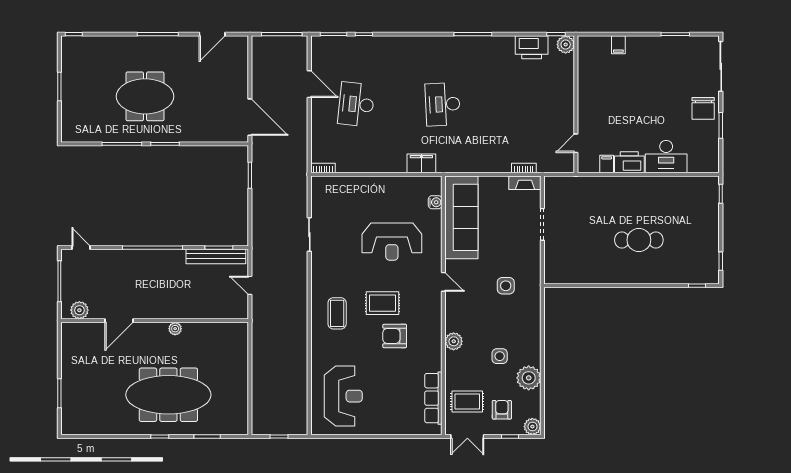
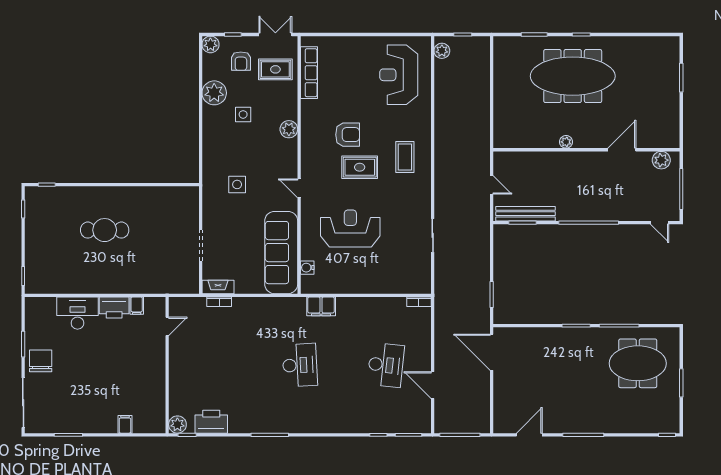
meeting table: (145, 96) -> (638, 363), moved
plant: (300, 420) -> (442, 51), added

